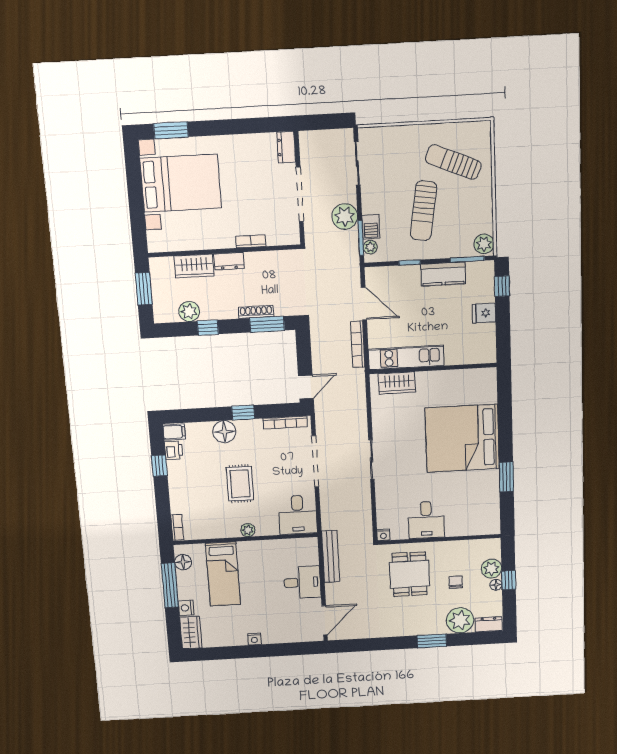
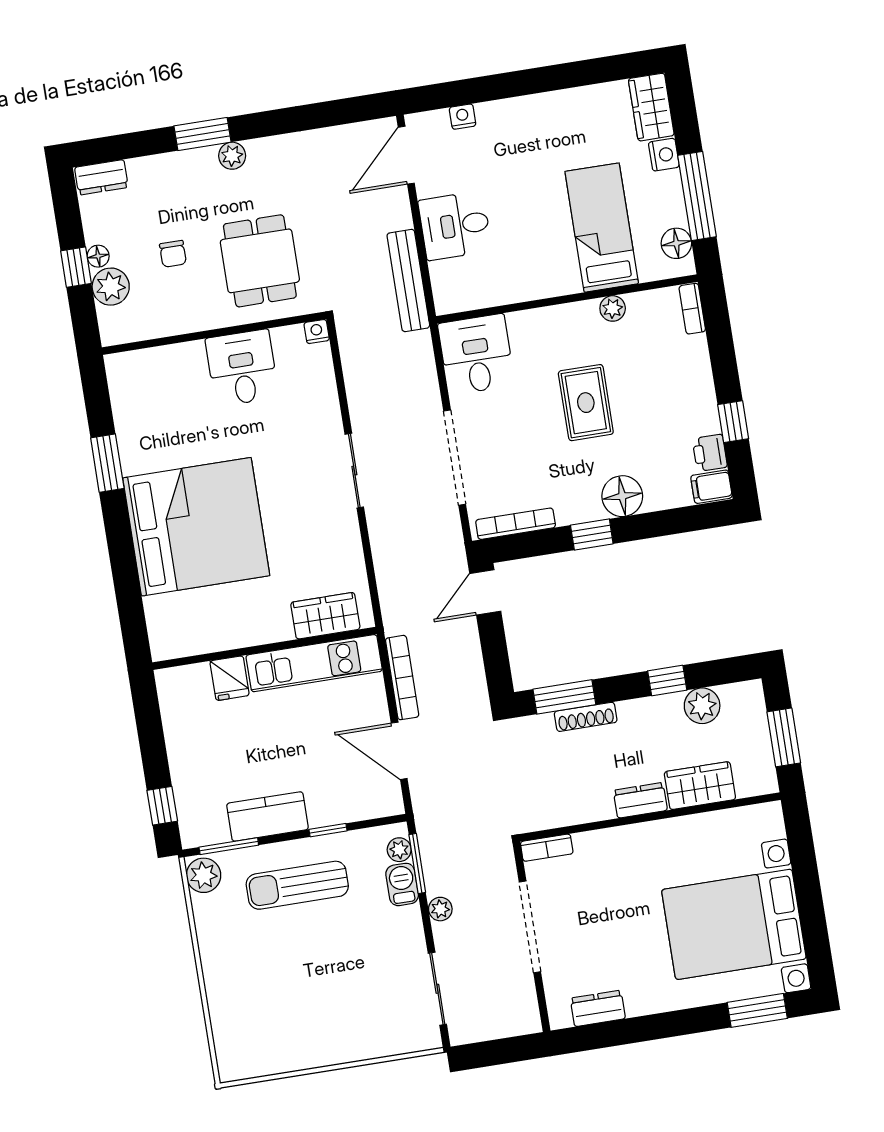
dresser: (286, 147) -> (598, 1008), moved, turned -90
sun lounger: (453, 162) -> (274, 1008), removed
sun lounger: (424, 211) -> (297, 885), moved, turned -99
plant: (345, 216) -> (440, 909), width x0.53, depth x0.53
bookcase: (251, 241) -> (547, 848), moved
fridge: (484, 313) -> (230, 678), moved, turned 90
plant: (248, 530) -> (613, 308), moved
plant: (460, 620) -> (232, 156), moved, width x0.53, depth x0.53
nightstand: (254, 639) -> (463, 117), moved

